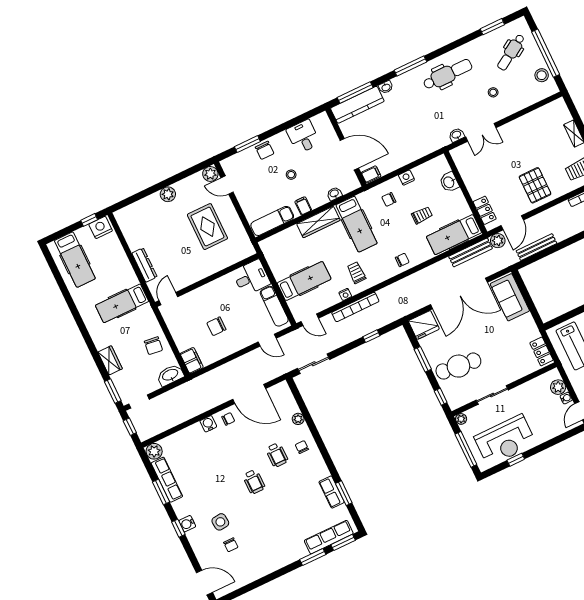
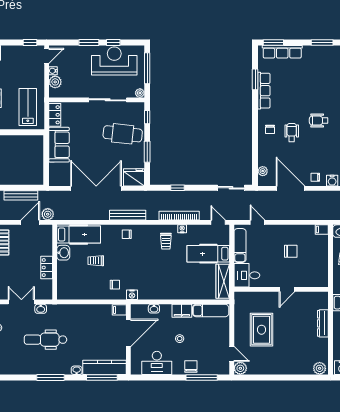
dental chair: (448, 74) -> (45, 340), moved
desk: (303, 137) -> (157, 363), width x1.37
window: (247, 144) -> (202, 377), width x1.44
door: (349, 154) -> (128, 333), swing flipped
nightstand: (406, 178) -> (132, 295), moved
washbasin: (449, 182) -> (63, 253), moved
plant: (168, 194) -> (320, 368), moved
filing cabinet: (303, 206) -> (182, 311), width x2.00
locker: (485, 210) -> (47, 268), moved
wardrobe: (318, 222) -> (223, 281), moved, turned -90
hospital bed: (357, 224) -> (148, 278), removed
bench: (470, 252) -> (128, 215), moved
sofa: (510, 297) -> (59, 145), moved
door: (168, 299) -> (287, 289), moved
filing cabinet: (192, 361) -> (322, 230), width x0.50
sliding door: (492, 395) -> (108, 100), width x1.37
plant: (298, 419) -> (263, 171), moved
window: (542, 447) -> (89, 42), added
wheelchair: (254, 482) -> (319, 121), turned -90
row of seats: (332, 492) -> (264, 91), width x1.48
window: (313, 557) -> (322, 42), moved

